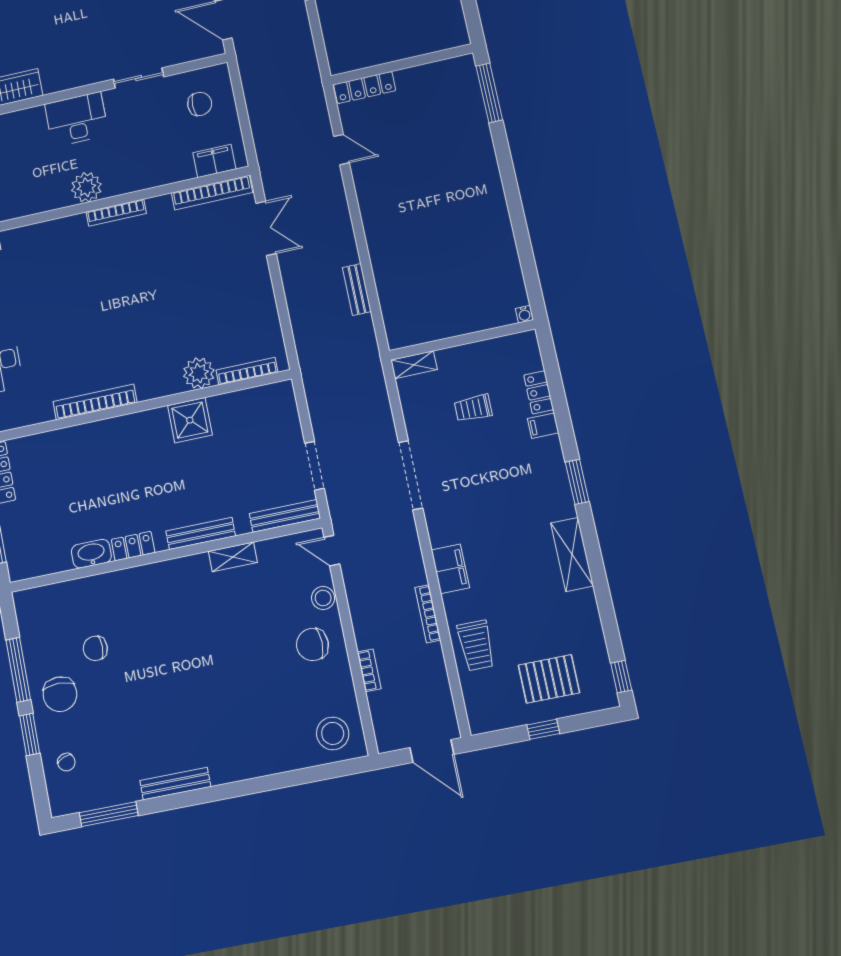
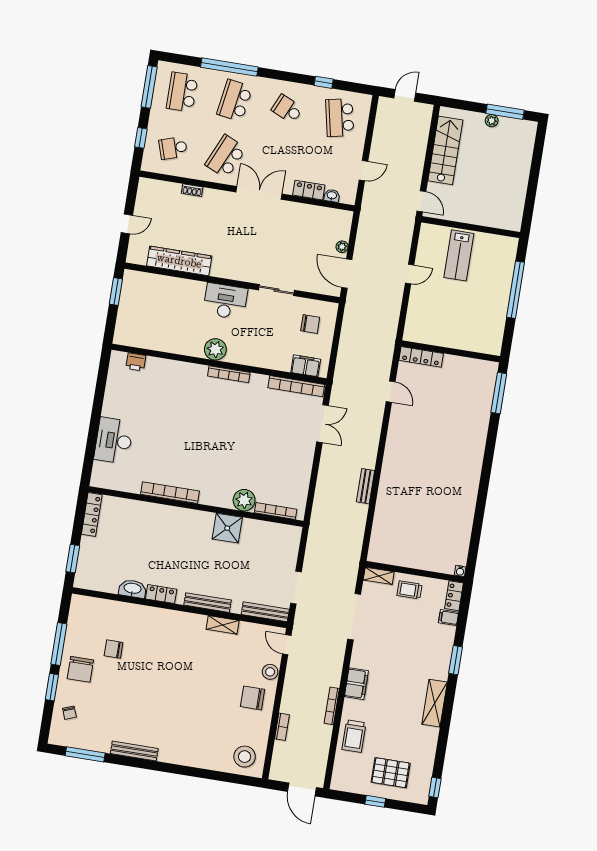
water cooler: (524, 314) -> (460, 571), moved
wall: (462, 340) -> (415, 572), moved
shelving: (414, 365) -> (379, 576), moved

